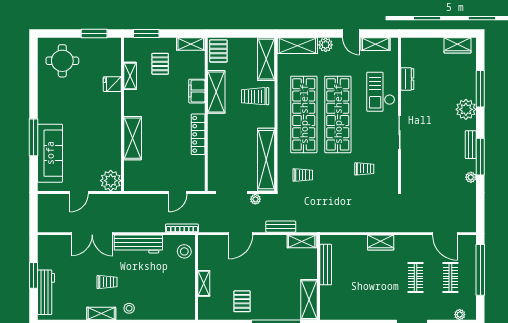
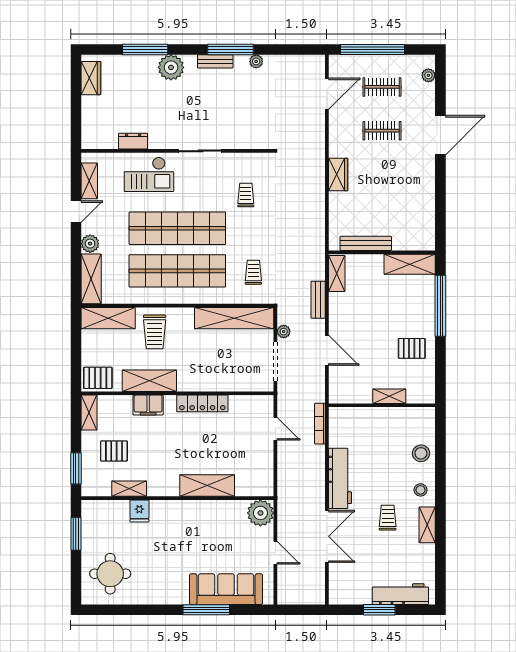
stool: (184, 251) -> (421, 453), moved

